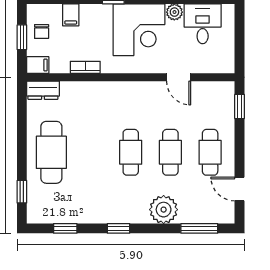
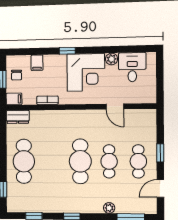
window: (240, 106) -> (160, 153), moved
cafe table: (131, 152) -> (80, 161), width x1.37, depth x1.35
door: (240, 189) -> (160, 188), hinge flipped
plant: (164, 210) -> (109, 208), width x0.53, depth x0.53

